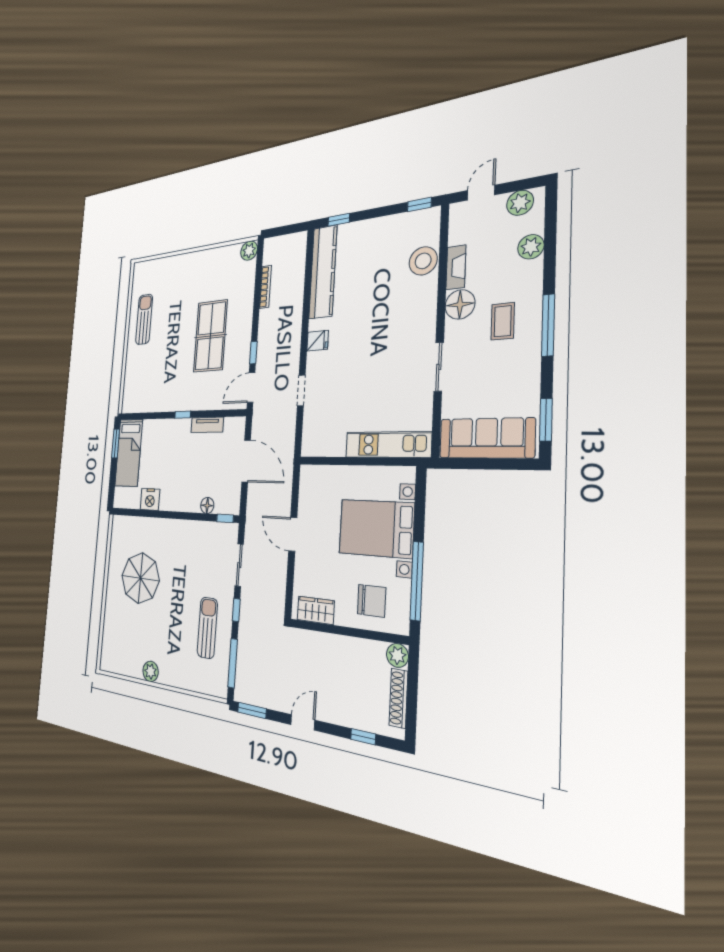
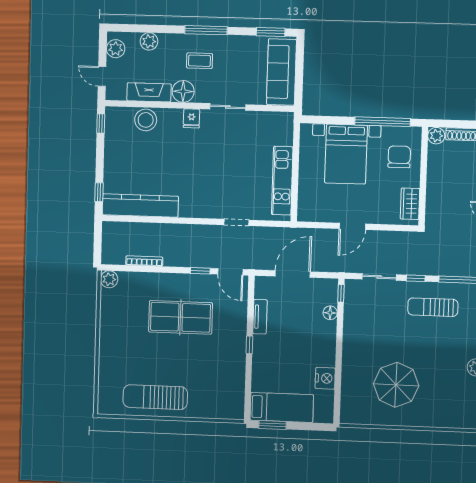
fireplace: (456, 267) -> (149, 92), width x1.37, depth x1.32
sun lounger: (144, 319) -> (155, 397), width x1.36, depth x1.34
fridge: (318, 341) -> (191, 118), moved, turned 180
kitchen unit: (388, 445) -> (282, 181), moved

